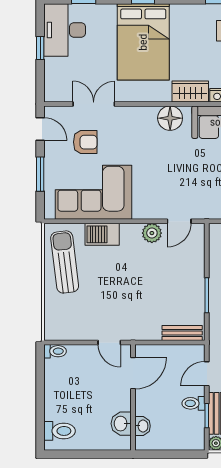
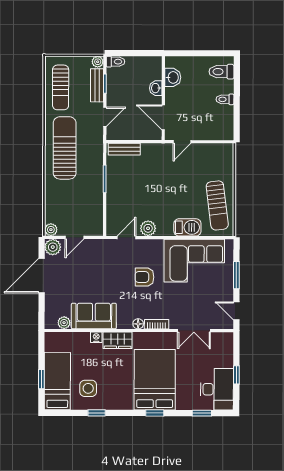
bookcase: (141, 112) -> (157, 324), added
floor lamp: (170, 118) -> (138, 324), width x0.53, depth x0.53
armchair: (85, 142) -> (144, 277), moved
door: (109, 342) -> (182, 142), swing flipped
toilet: (55, 351) -> (225, 99), moved
door: (133, 373) -> (163, 117), hinge flipped
toilet: (193, 403) -> (115, 62), moved
washbasin: (143, 426) -> (156, 88), moved

